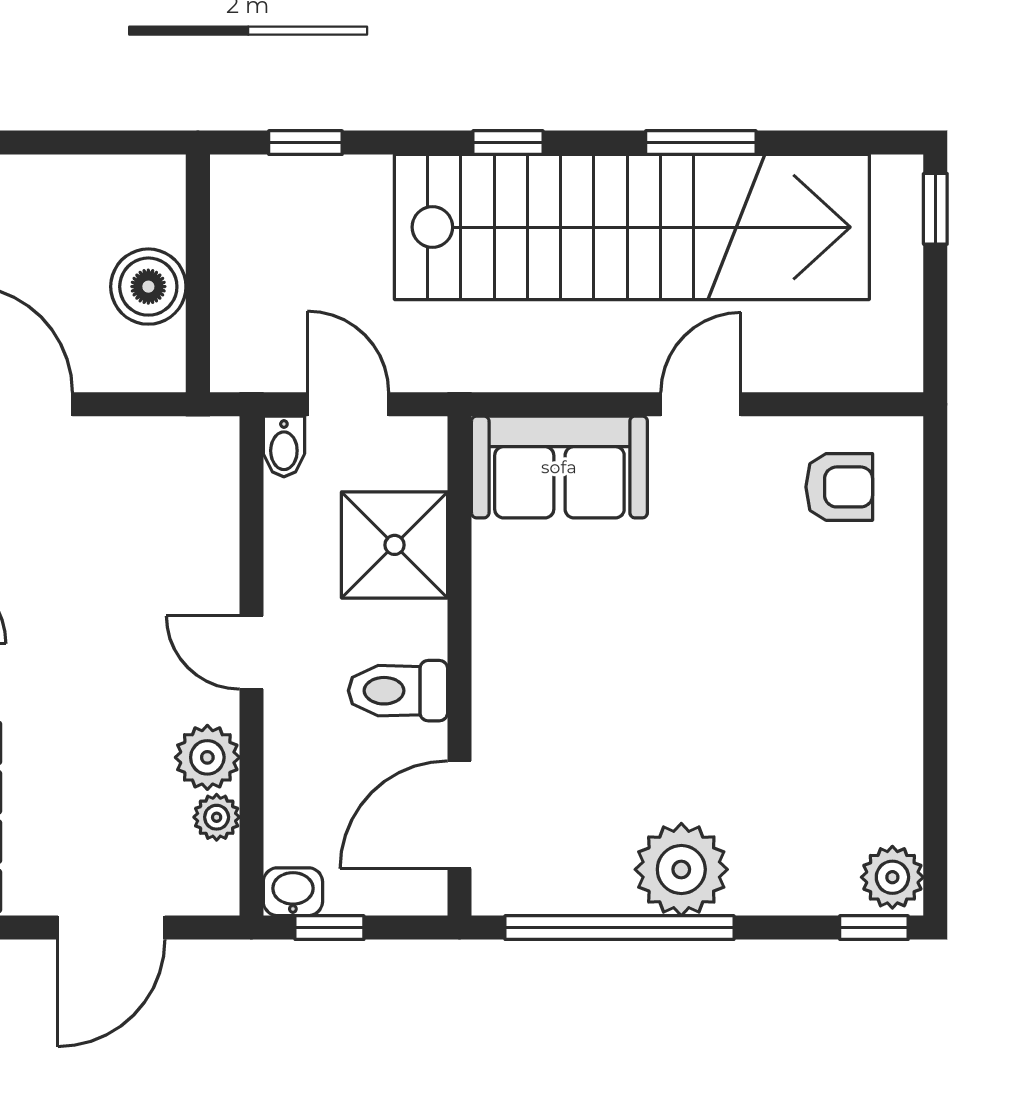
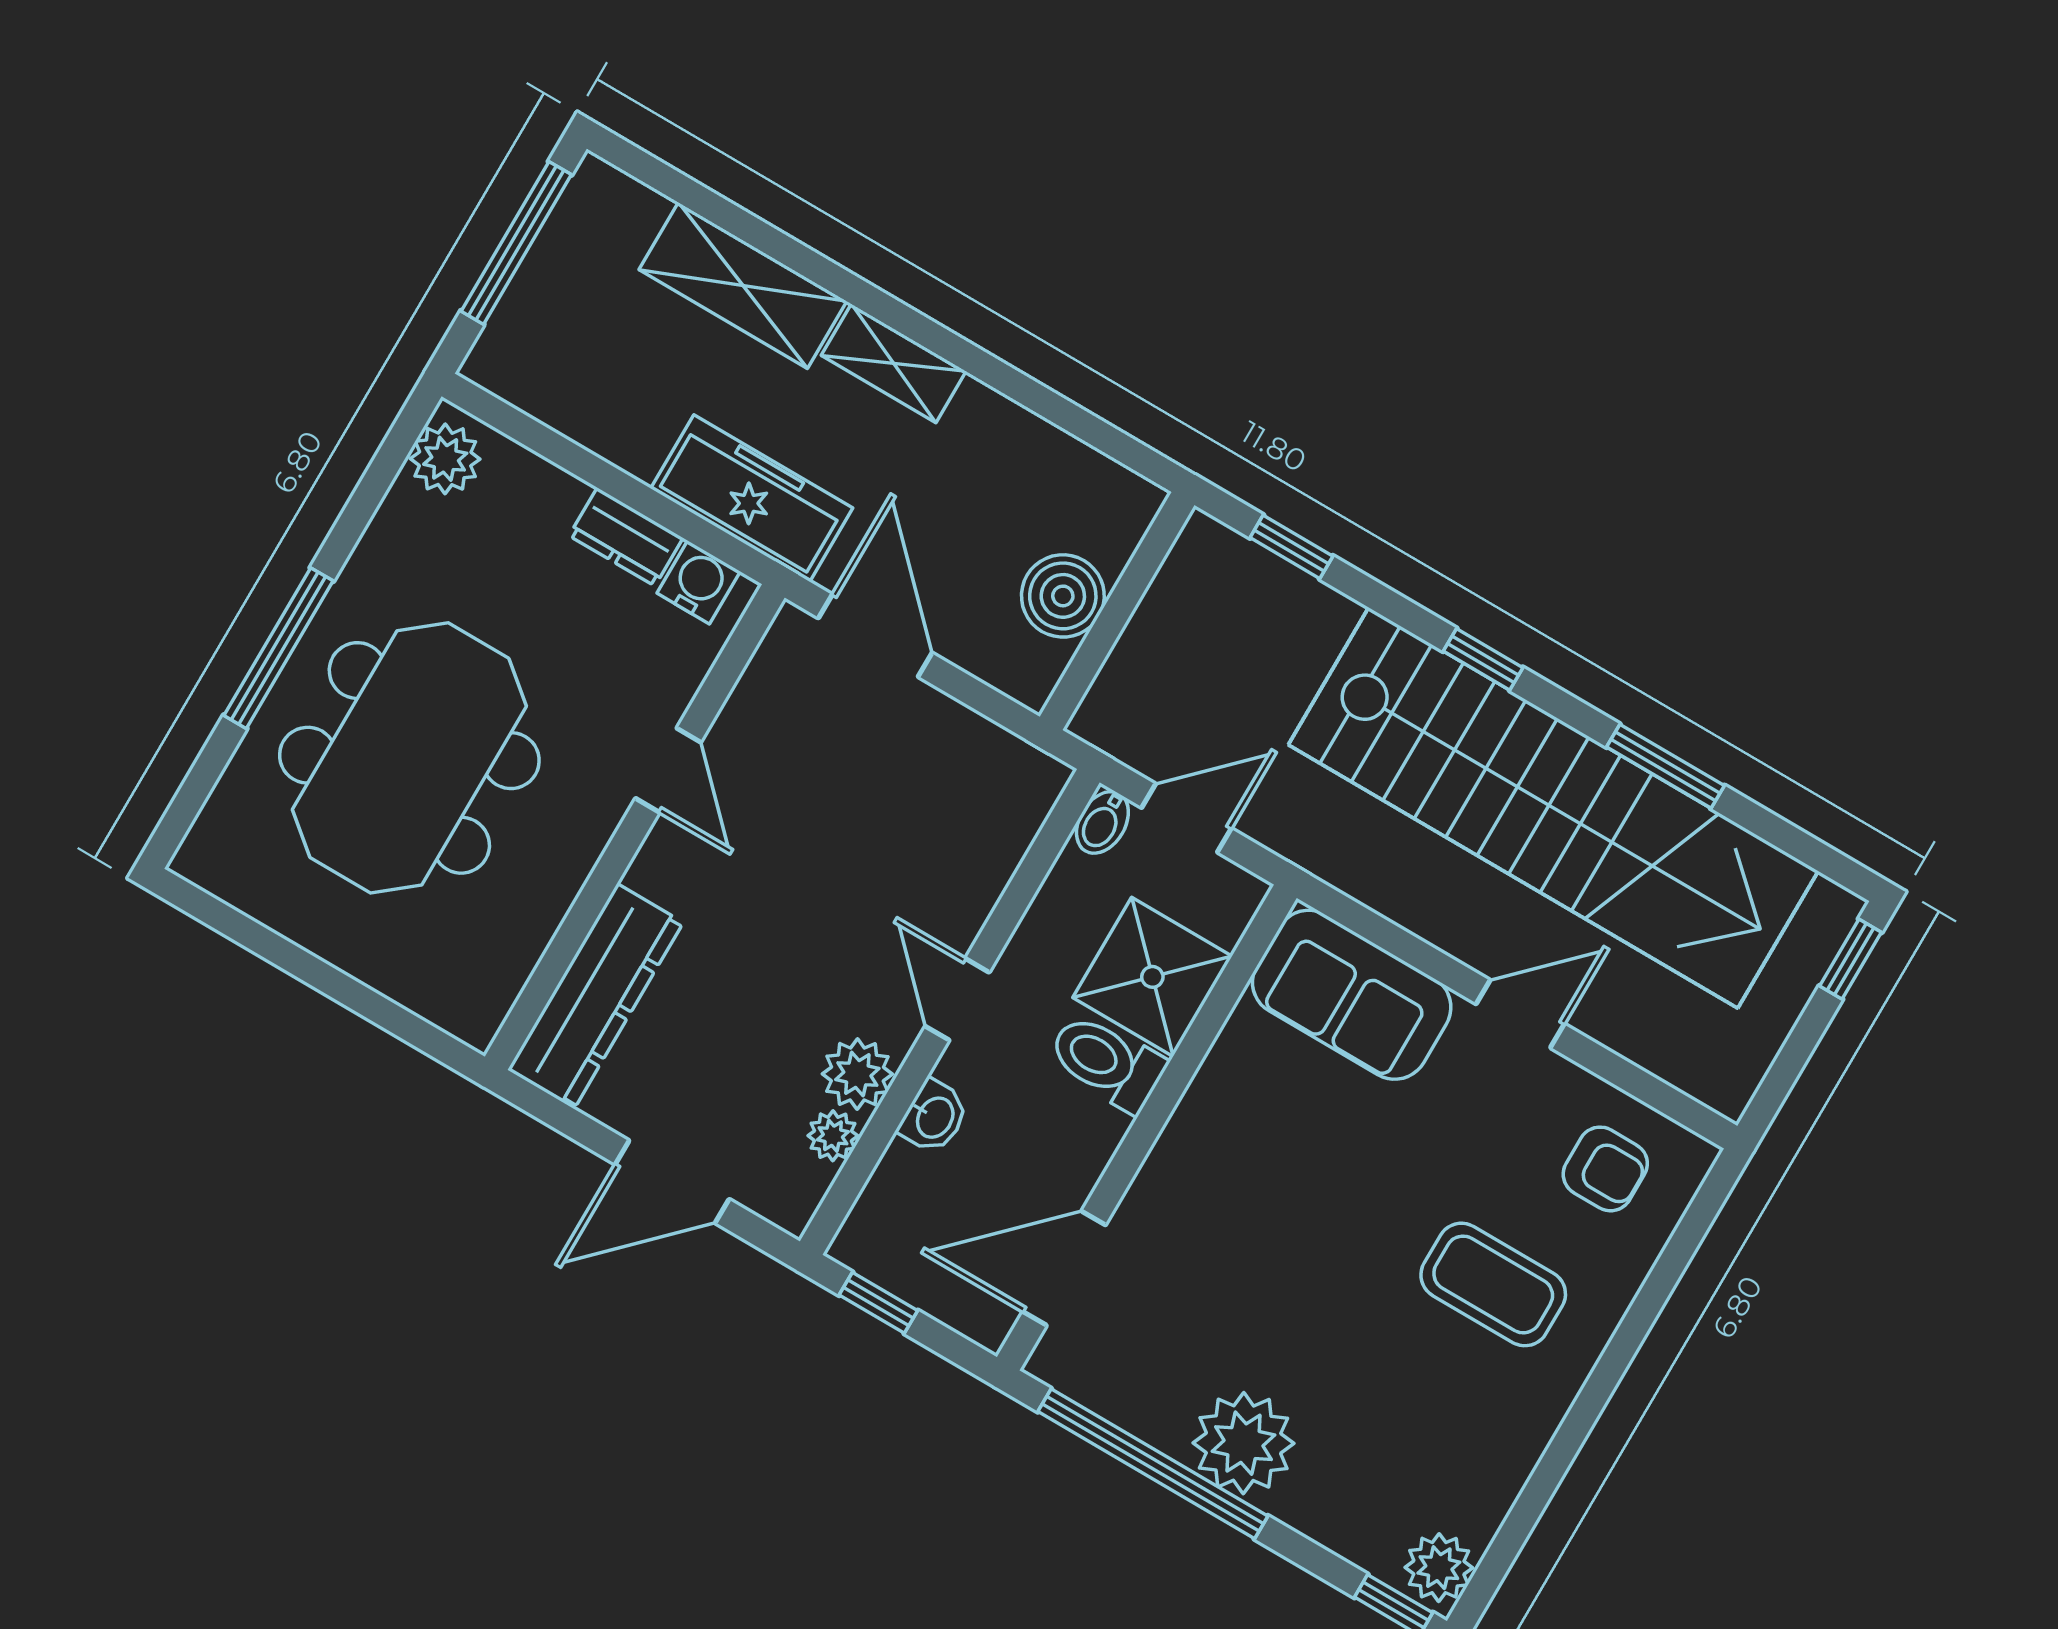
door: (348, 404) -> (1186, 818), hinge flipped
coffee table: (804, 630) -> (1493, 1284), added
toilet: (398, 691) -> (1107, 1062), moved
washbasin: (293, 892) -> (934, 1117), moved, turned 90

